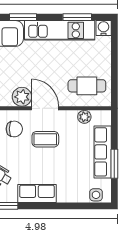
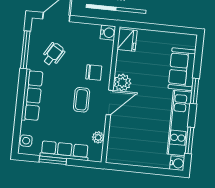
cafe table: (87, 86) -> (126, 143), removed
chair: (14, 129) -> (94, 72), turned -90
row of seats: (37, 194) -> (32, 95), width x1.48

